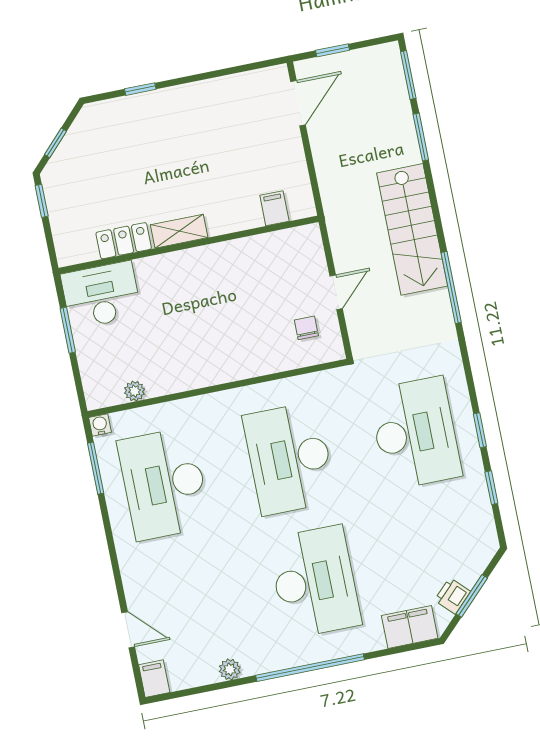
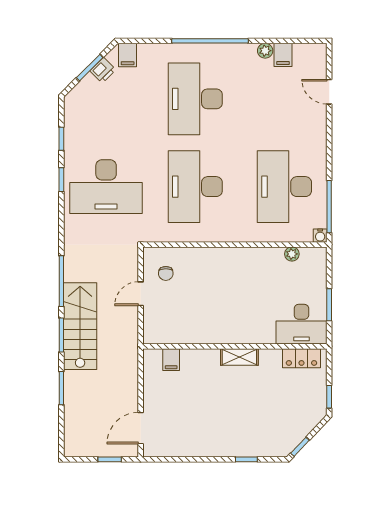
window: (408, 75) -> (61, 335), moved
window: (55, 143) -> (300, 447), moved
locker: (124, 241) -> (301, 358), moved
desk: (415, 433) -> (106, 187), turned -90
desk: (290, 458) -> (195, 187), turned 180
window: (96, 468) -> (329, 207), width x1.44
desk: (164, 484) -> (284, 187), turned 180
filing cabinet: (410, 627) -> (128, 55), width x0.50
filing cabinet: (154, 679) -> (283, 55), moved

